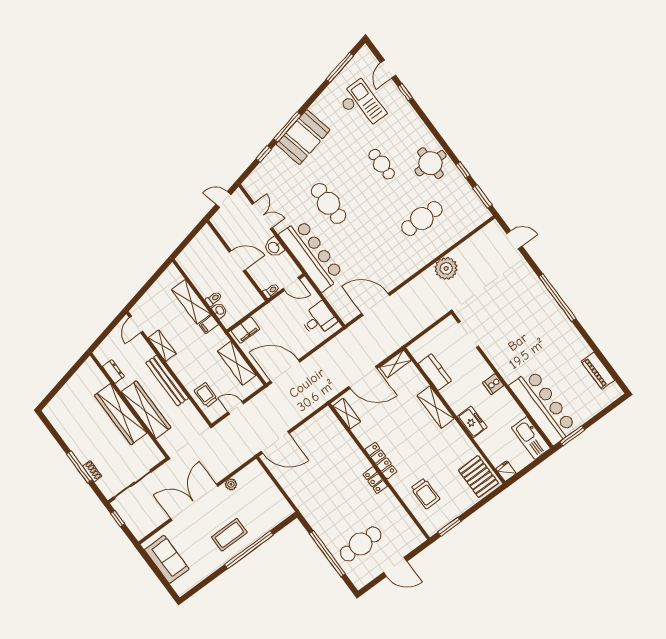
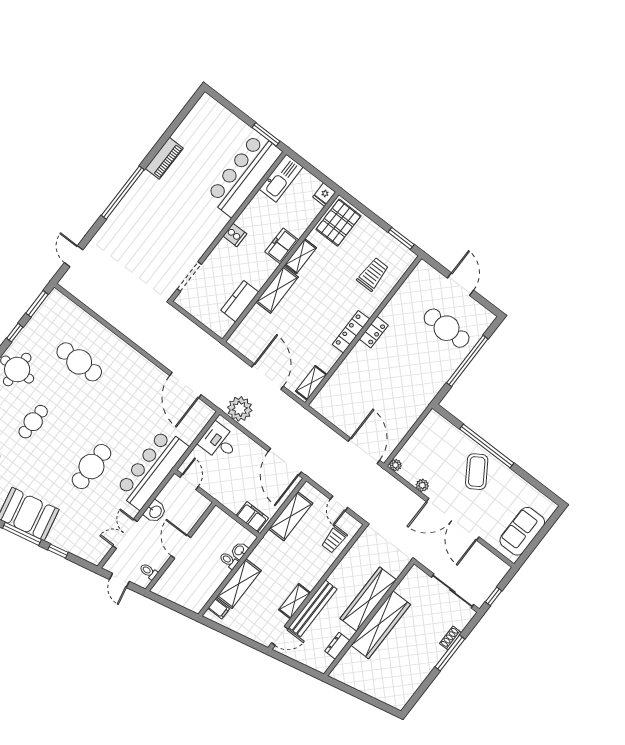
plant: (446, 268) -> (240, 409), moved
toilet: (271, 291) -> (149, 571), moved
filing cabinet: (209, 325) -> (219, 609), moved
shelving: (395, 364) -> (301, 256), moved, turned 90
piano: (598, 371) -> (164, 158), moved
bench: (167, 381) -> (313, 608), moved
plant: (255, 466) -> (395, 465), added
coffee table: (229, 535) -> (477, 472), turned 57

